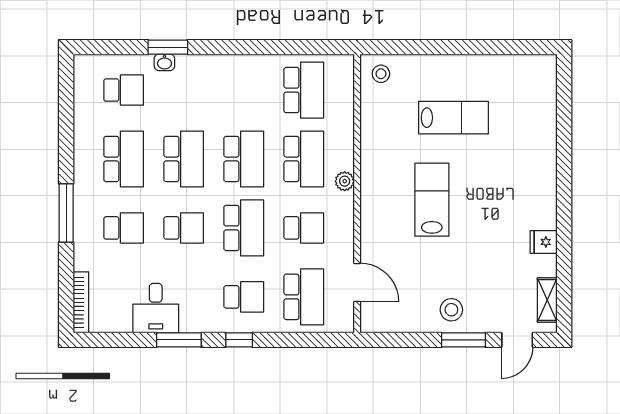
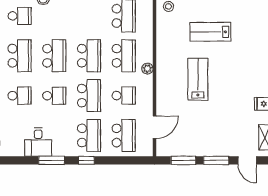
lab bench: (454, 118) -> (210, 32), turned 180
door: (357, 283) -> (155, 127), hinge flipped
school desk: (244, 297) -> (89, 135), width x1.85
stool: (451, 310) -> (209, 143), removed
window: (407, 340) -> (183, 160), added
door: (517, 340) -> (247, 160), hinge flipped

